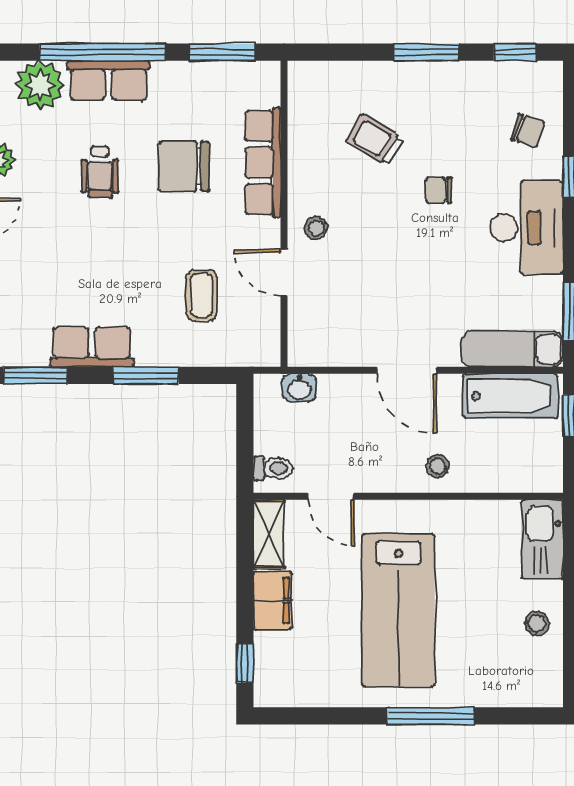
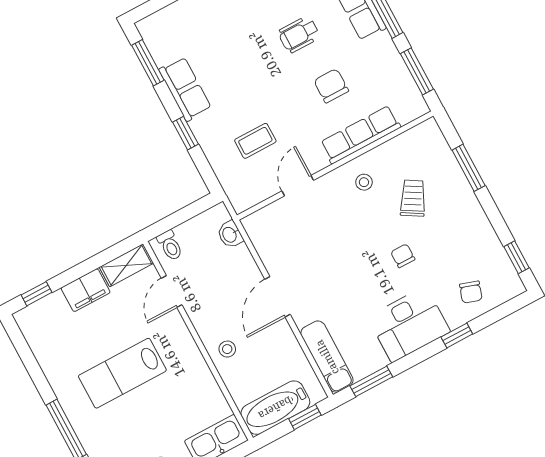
window: (426, 52) -> (469, 168), moved
chair: (184, 166) -> (331, 86), width x0.73, depth x0.73
stool: (316, 228) -> (364, 182), moved
window: (146, 375) -> (186, 133), width x0.67
bathtub: (510, 396) -> (275, 408), moved, turned 90
lab bench: (398, 610) -> (122, 373), width x0.73, depth x0.72

